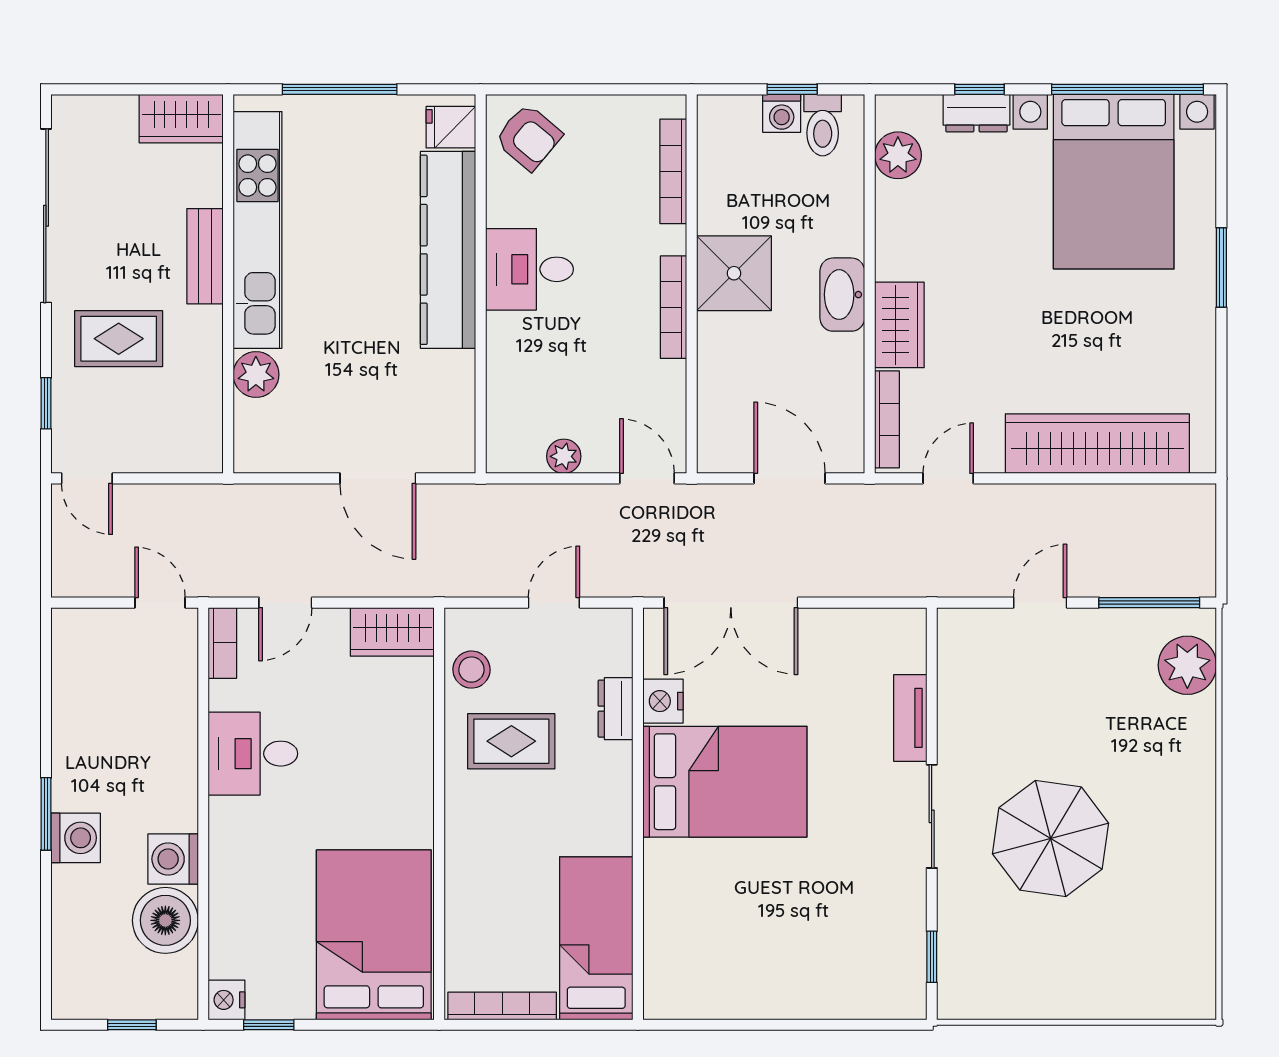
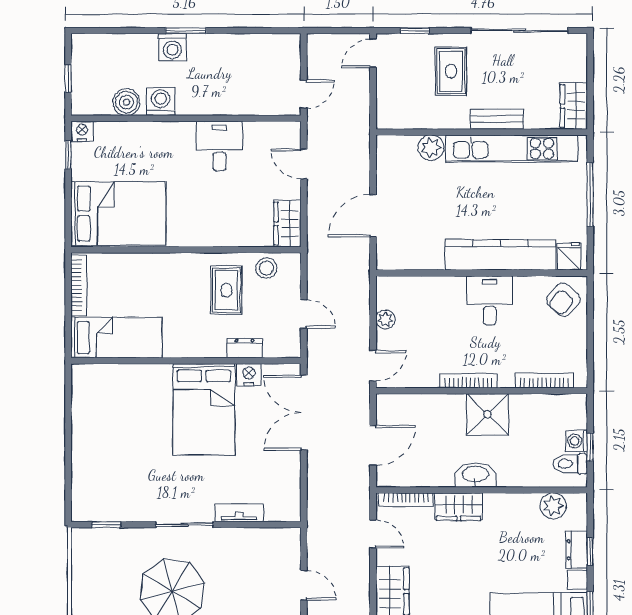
bookcase: (222, 643) -> (281, 129), removed
boiler: (165, 920) -> (126, 102), width x0.73, depth x0.73

